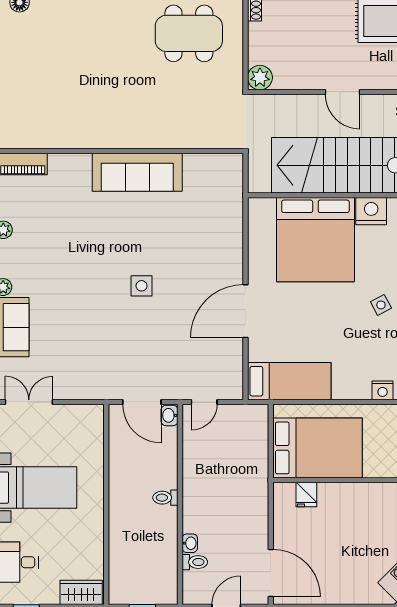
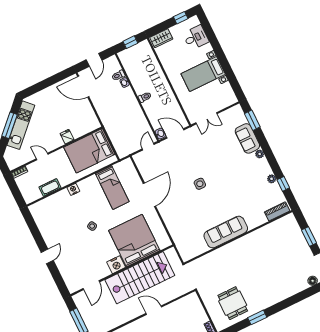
dining table: (189, 33) -> (233, 303), width x0.73
plant: (260, 78) -> (193, 299), removed
bed: (289, 381) -> (112, 188), moved, turned -90
double door: (29, 402) -> (206, 118), moved
fridge: (306, 495) -> (67, 137), moved

